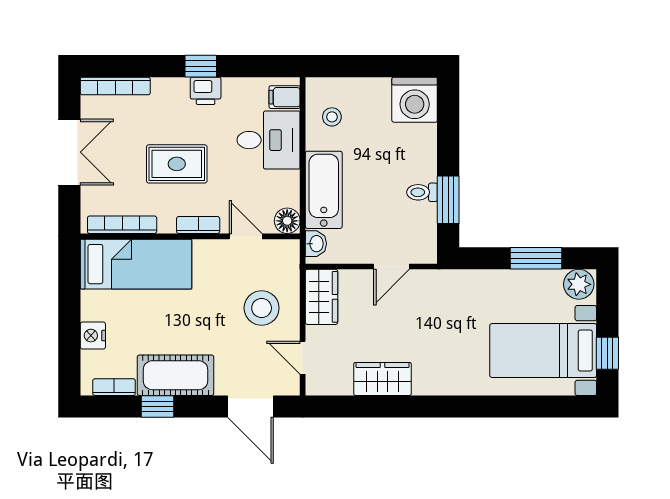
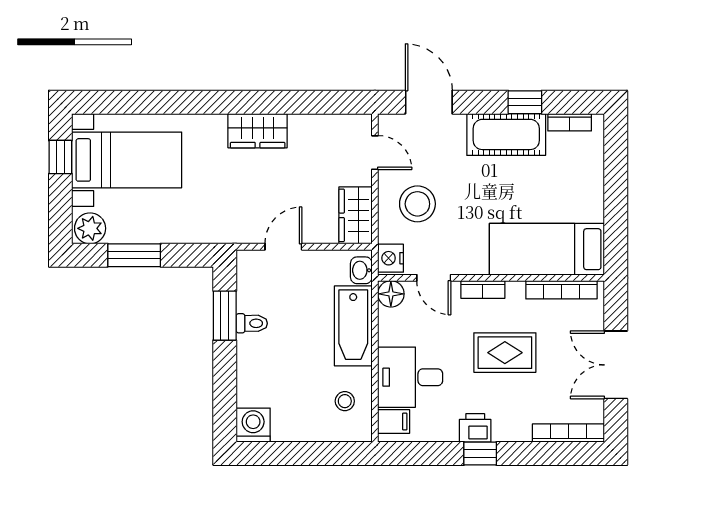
washing machine: (415, 100) -> (253, 425), width x0.73, depth x0.73
nightstand: (93, 336) -> (391, 258), moved, turned 180
wardrobe: (383, 379) -> (258, 131), moved

